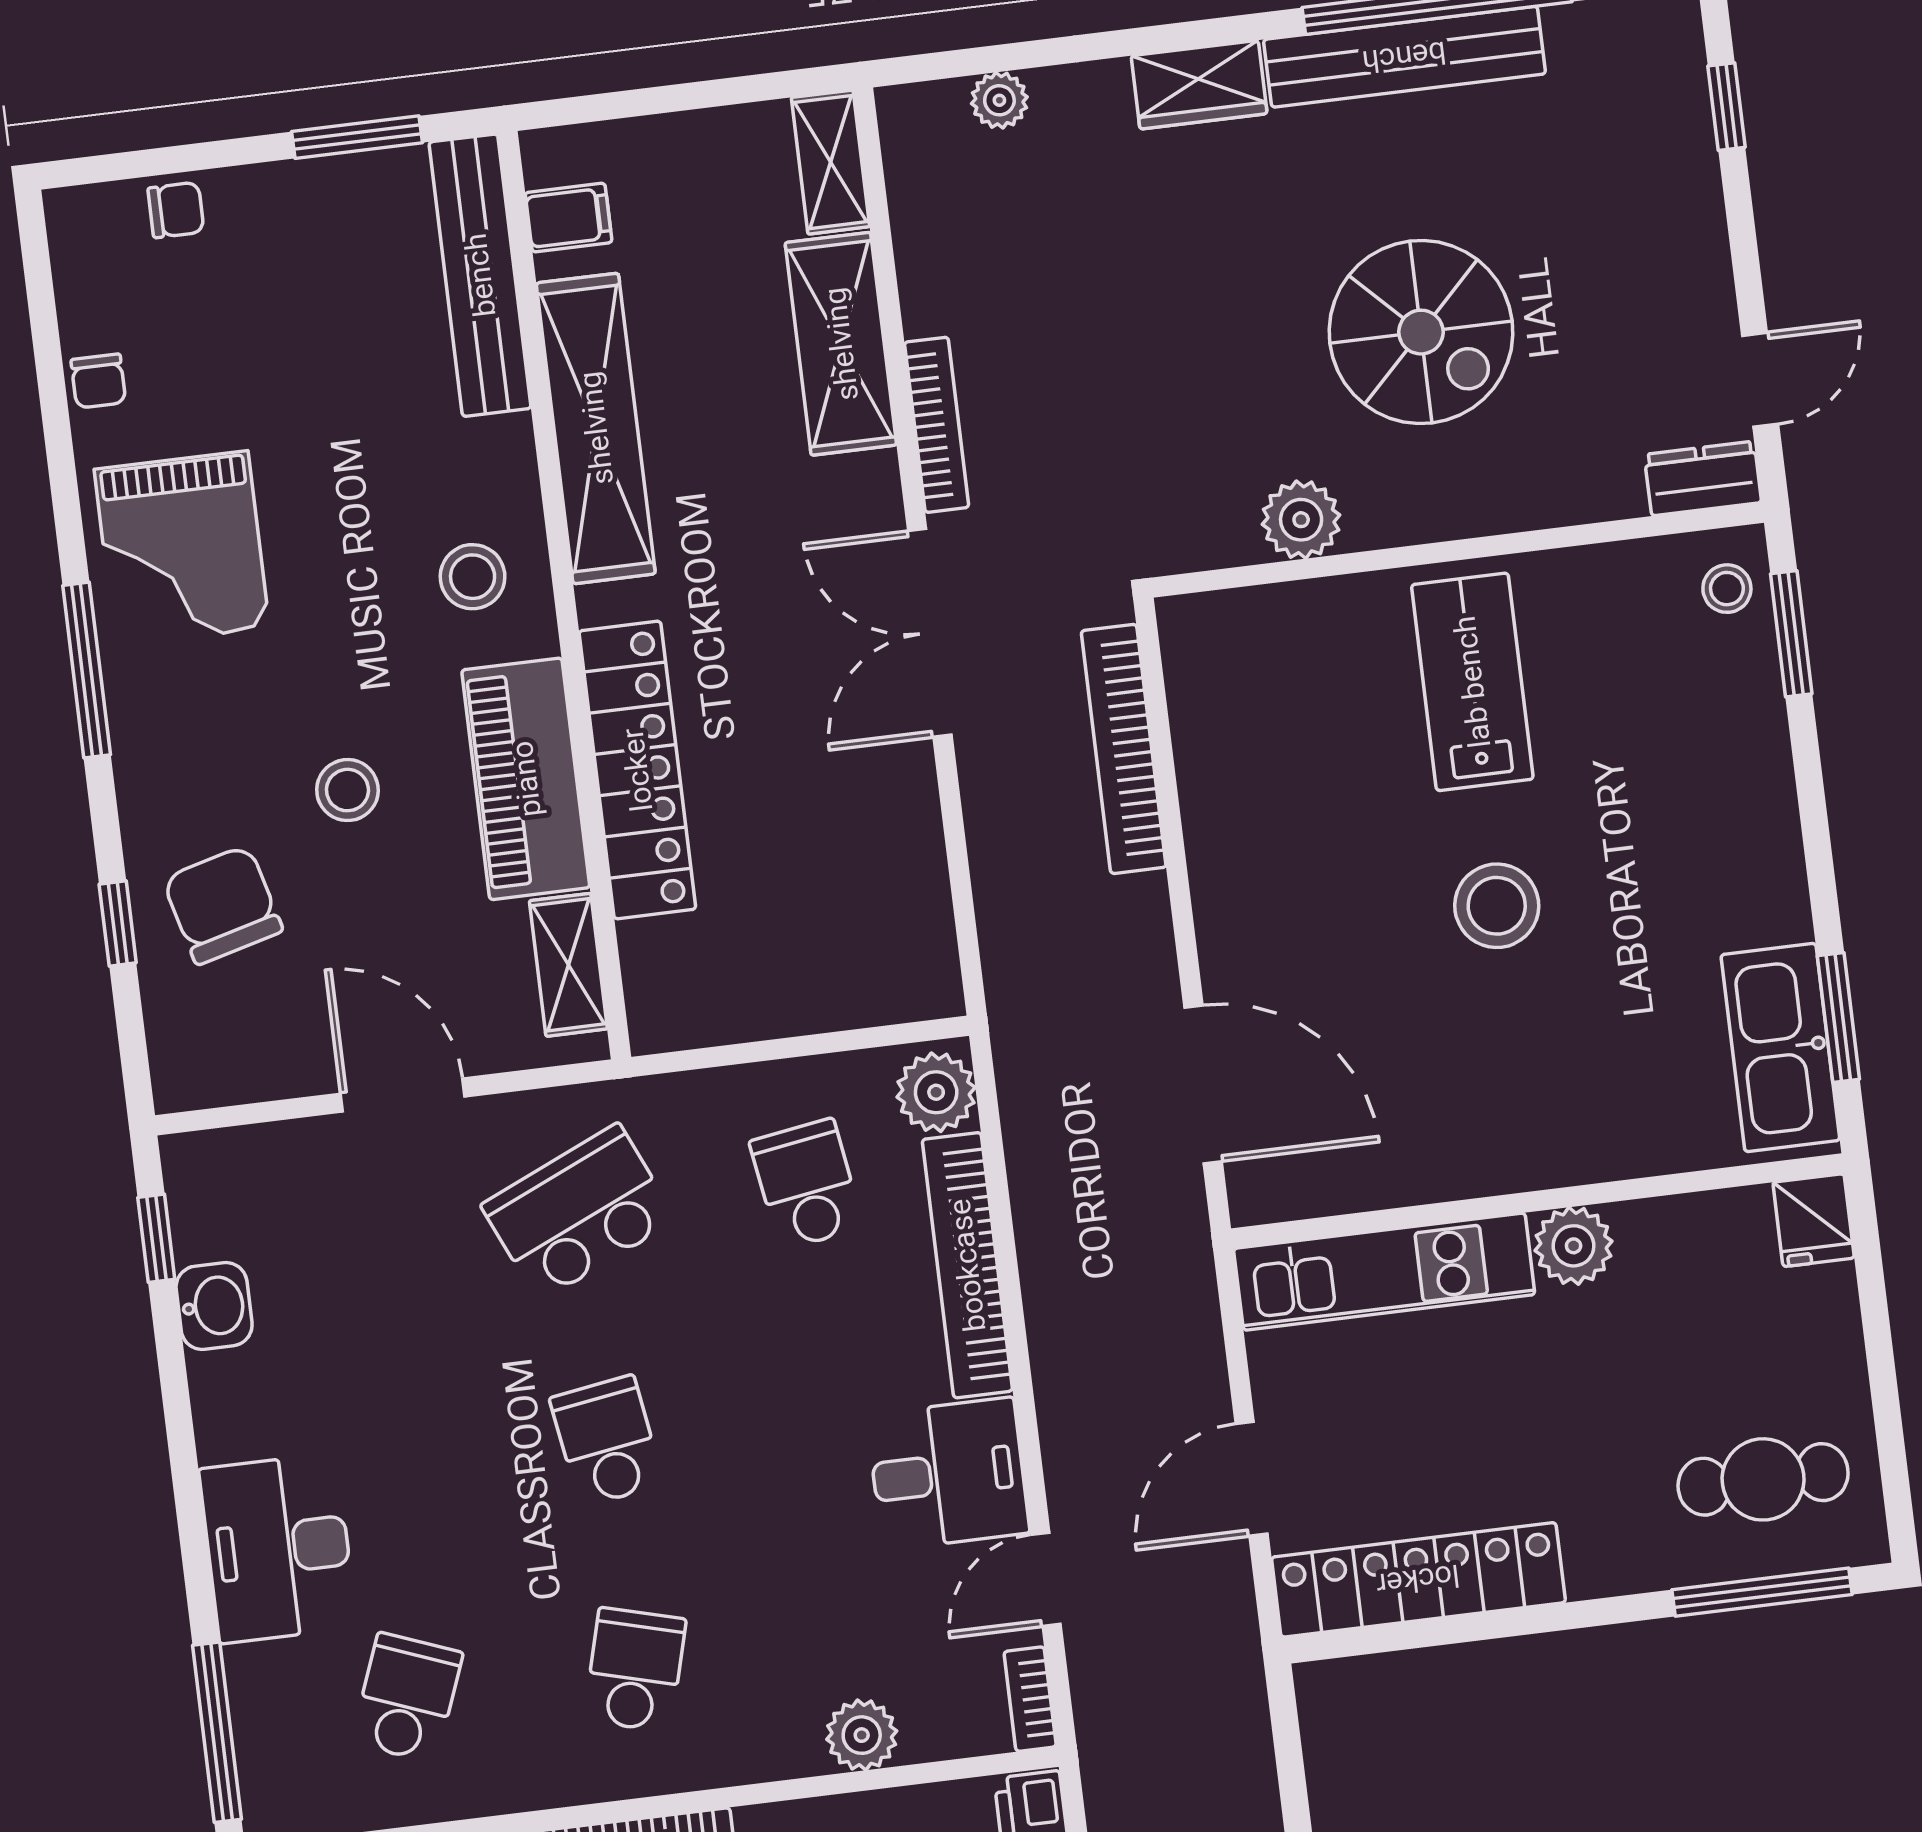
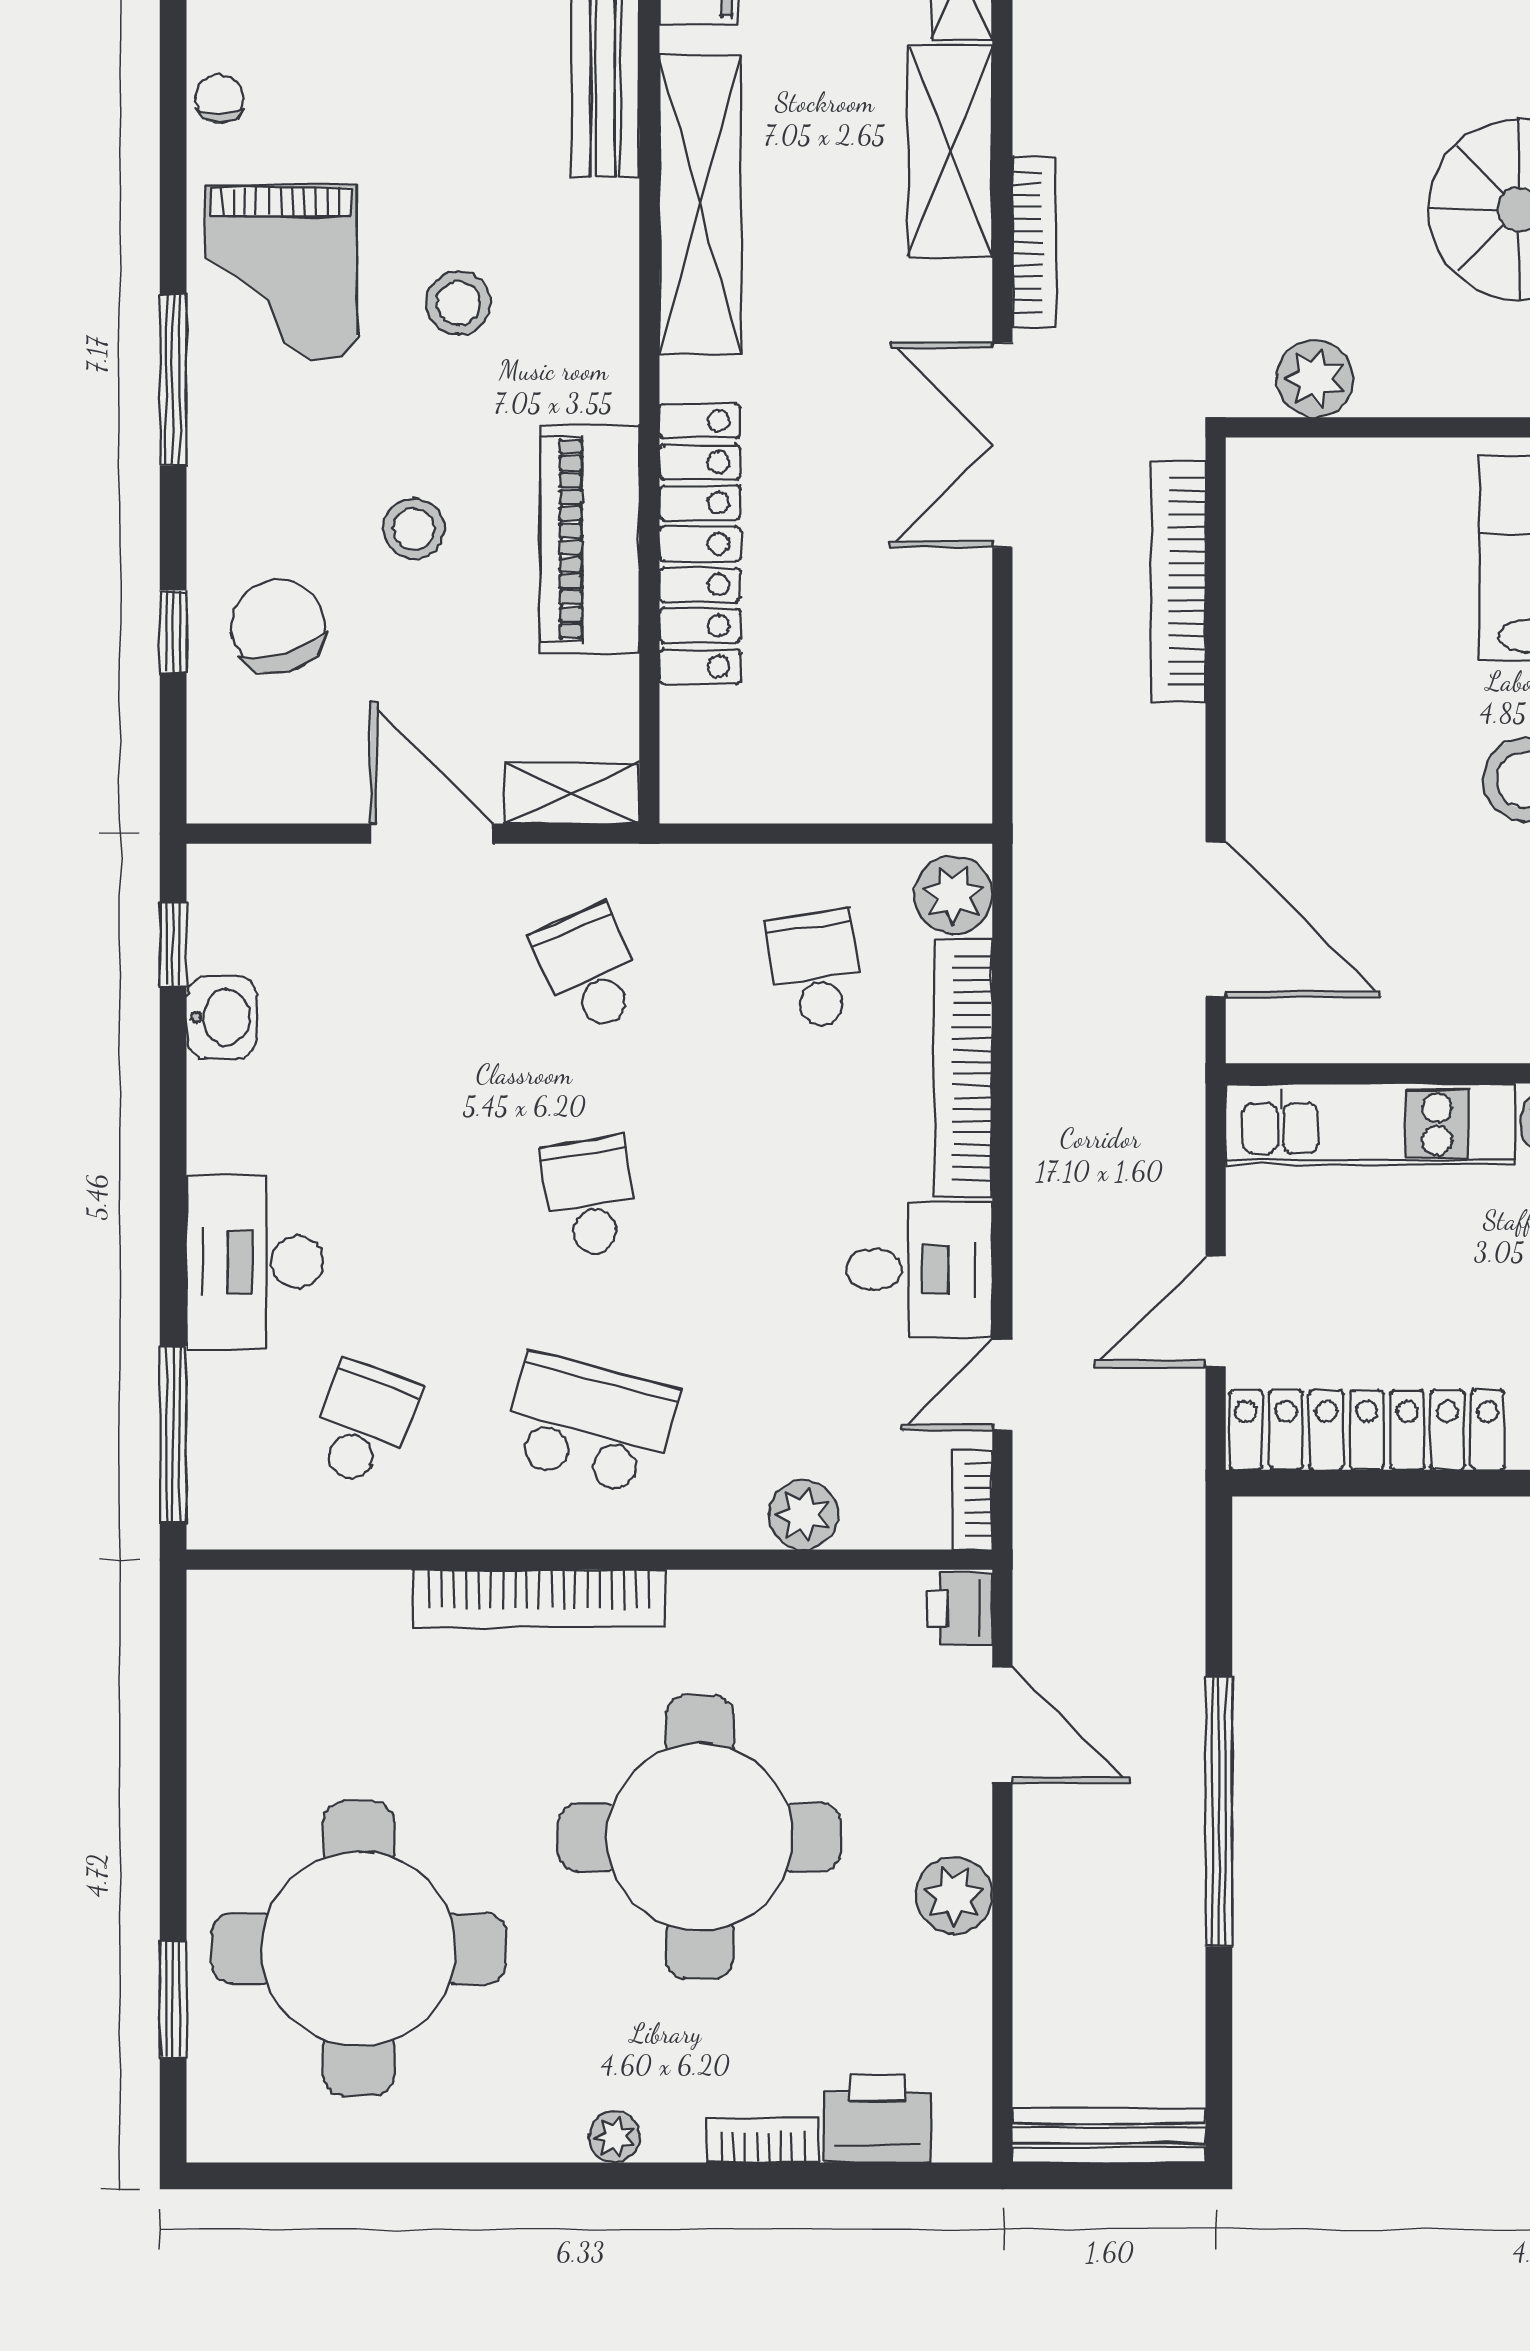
chair: (98, 381) -> (219, 99), turned 180
plant: (1301, 520) -> (1315, 379), moved
stool: (473, 577) -> (459, 303), moved
shelving: (568, 965) -> (572, 793), moved, turned 90
school desk: (579, 1212) -> (589, 970), width x0.54
school desk: (635, 1670) -> (589, 1424), width x1.85

